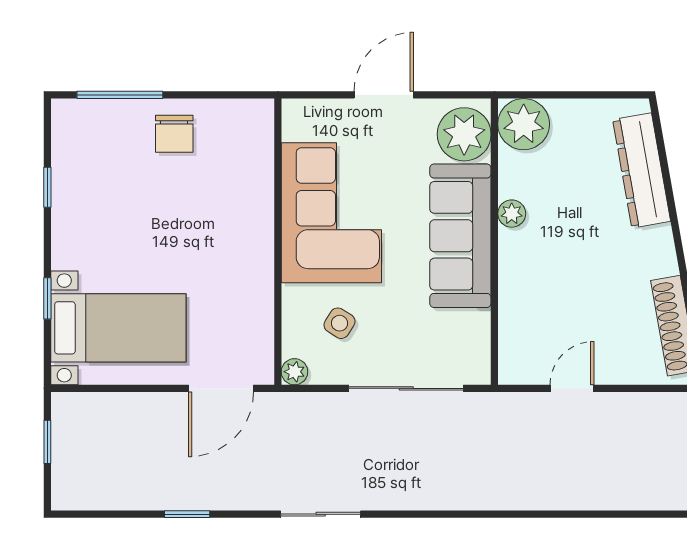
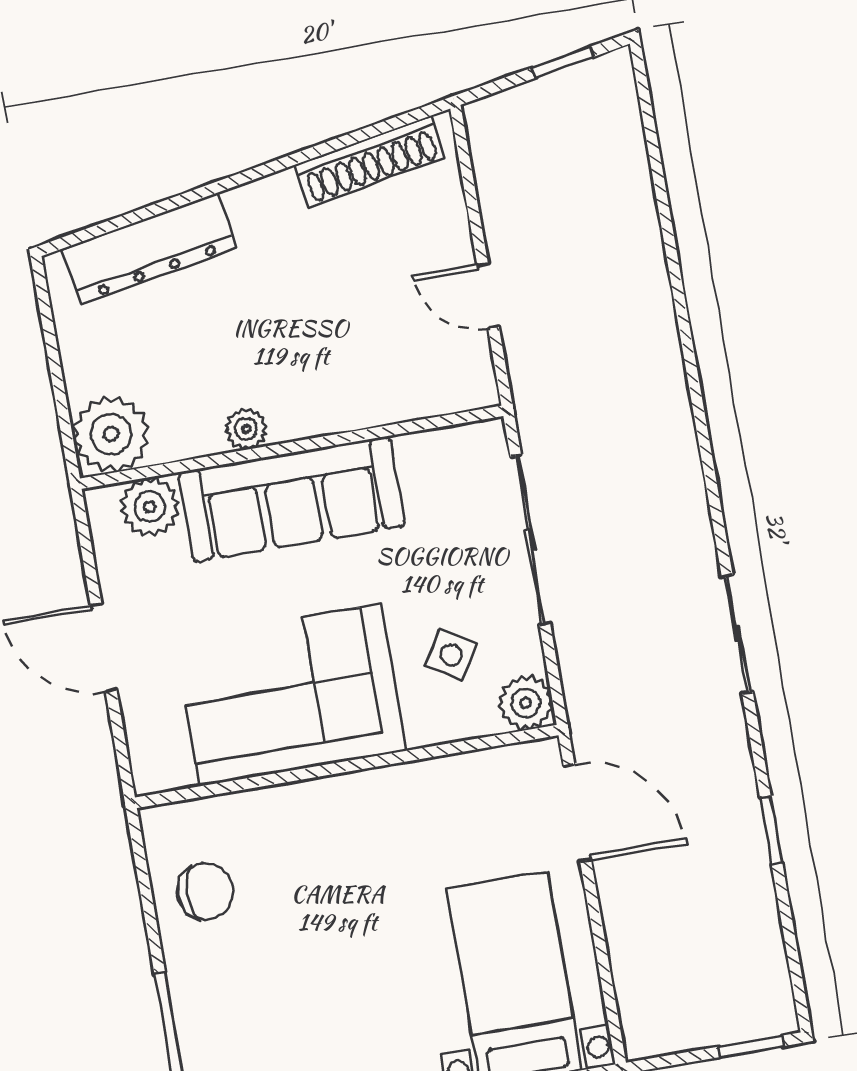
chair: (174, 134) -> (205, 891), moved
plant: (464, 134) -> (150, 507), width x0.73, depth x0.73
plant: (294, 372) -> (526, 703), width x1.38, depth x1.38
window: (47, 442) -> (751, 1046), moved

